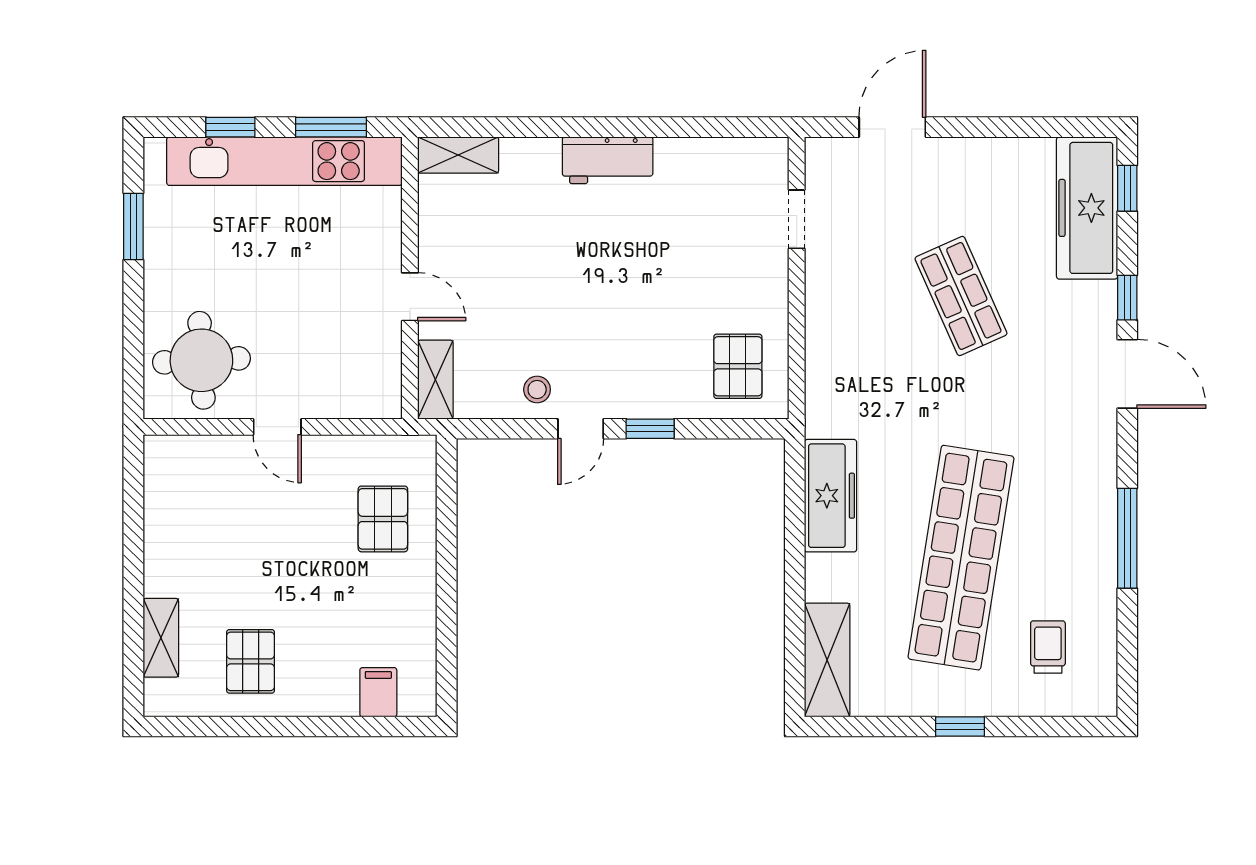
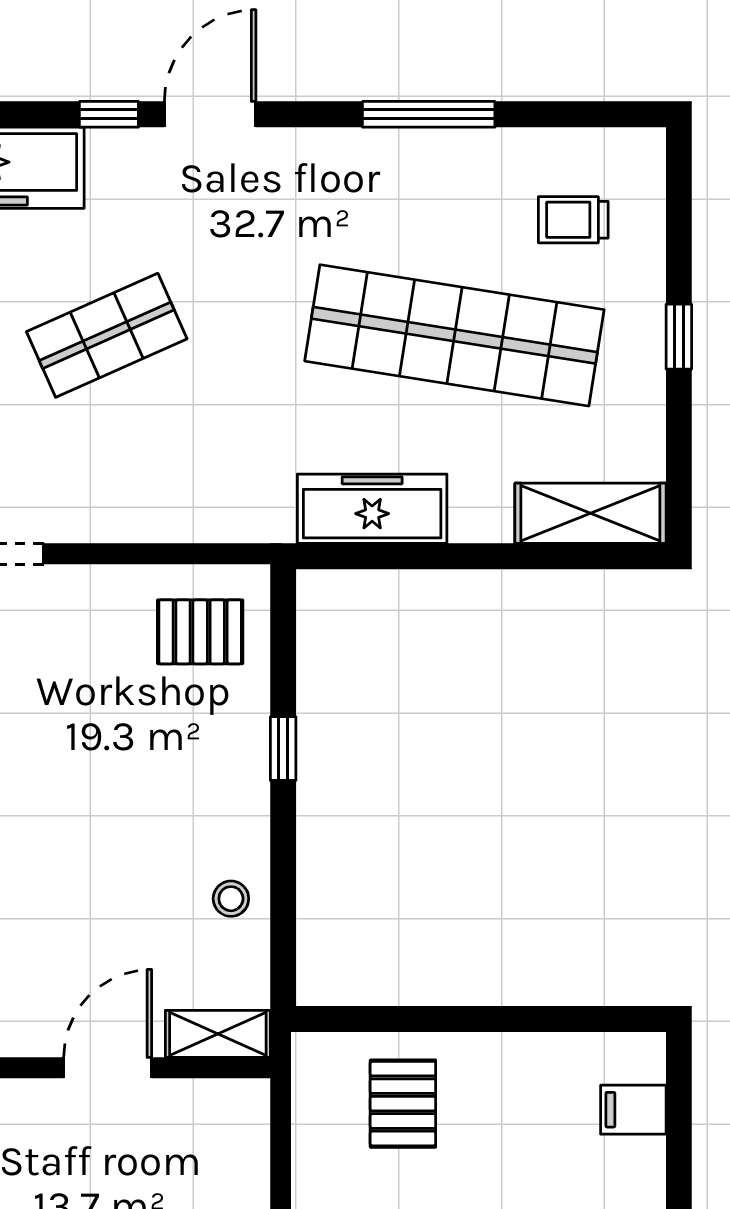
door: (410, 297) -> (108, 1068), width x1.37
door: (581, 429) -> (283, 841), removed
pallet: (383, 519) -> (403, 1104), turned 90

